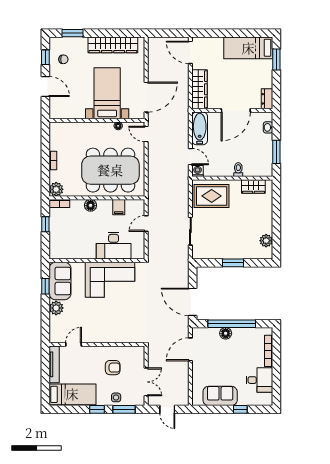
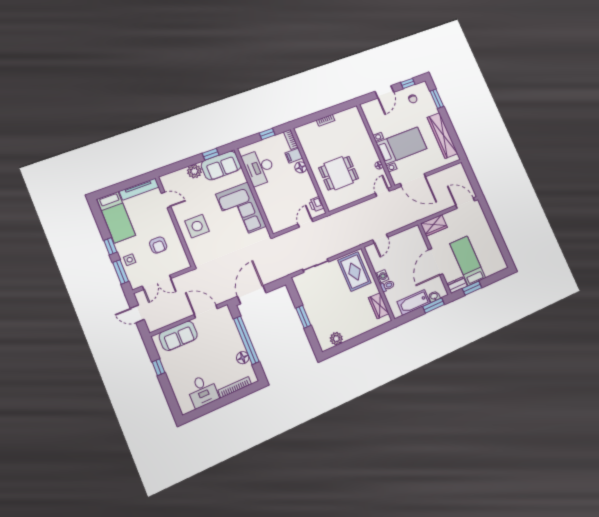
bed: (248, 48) -> (468, 261), moved
door: (190, 52) -> (465, 203), hinge flipped
window: (276, 60) -> (472, 288), moved
wardrobe: (200, 89) -> (434, 225), width x0.67
door: (236, 110) -> (436, 262), hinge flipped
bathtub: (200, 128) -> (414, 302), moved, turned 180
window: (276, 152) -> (434, 306), moved
dining table: (110, 170) -> (339, 173), width x0.53, depth x0.80
washing machine: (198, 171) -> (382, 276), moved
plant: (56, 189) -> (302, 132), removed
printer: (132, 205) -> (316, 204), added
filing cabinet: (119, 207) -> (294, 156), moved
door: (146, 224) -> (306, 223), hinge flipped
desk: (114, 246) -> (259, 167), moved
side table: (109, 326) -> (197, 226), added
floor lamp: (226, 333) -> (243, 358), moved
sofa: (220, 396) -> (178, 336), moved, turned 90
door: (167, 409) -> (137, 314), hinge flipped
window: (240, 409) -> (158, 367), moved

